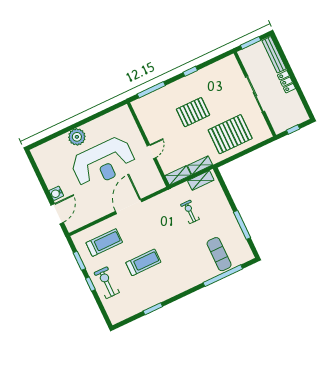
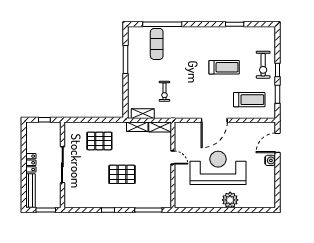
pallet: (230, 134) -> (99, 141), width x0.73, depth x0.71
door: (152, 152) -> (173, 158), swing flipped
treadmill: (104, 243) -> (249, 100), turned 180
treadmill: (143, 262) -> (224, 67), turned 180

